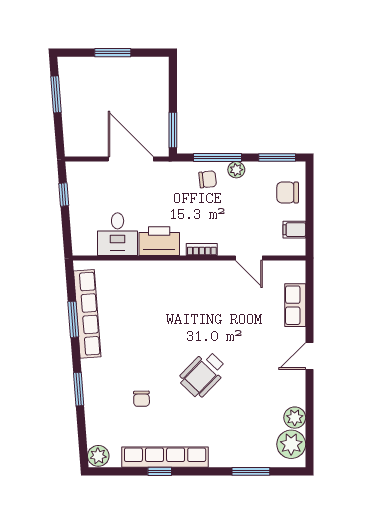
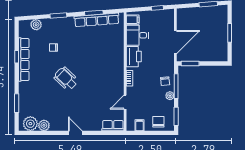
filing cabinet: (87, 243) -> (133, 20), added
row of seats: (295, 305) -> (113, 126), moved
plant: (98, 456) -> (36, 25), moved

